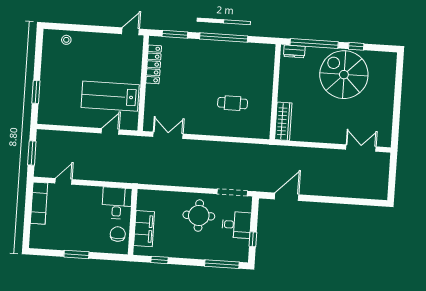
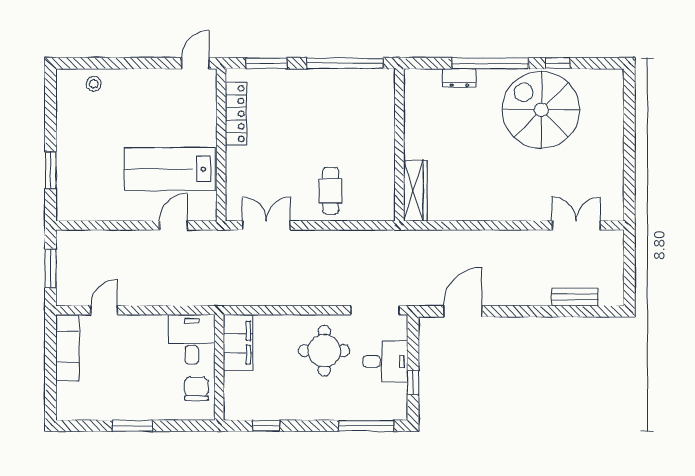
wall: (275, 92) -> (399, 145), moved
cafe table: (233, 103) -> (330, 191), moved, turned 90
wardrobe: (283, 121) -> (415, 191), moved
bench: (357, 193) -> (575, 297), added
filing cabinet: (144, 229) -> (238, 343), moved

